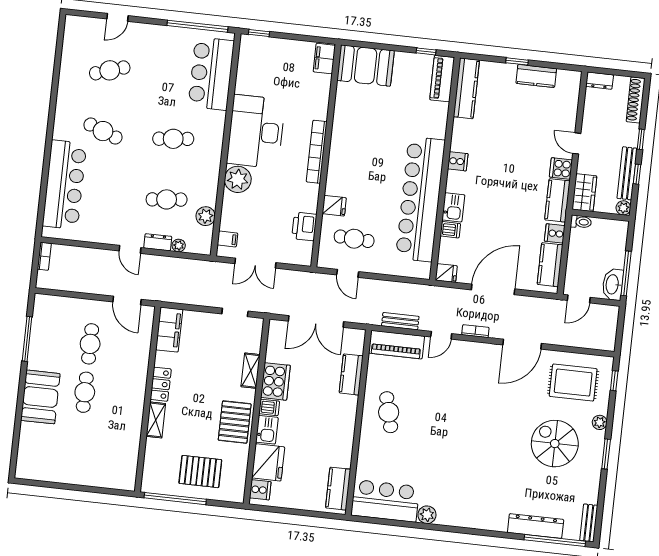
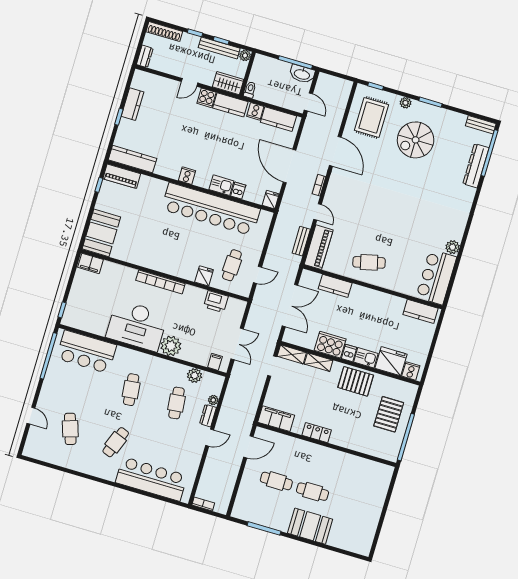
shelving: (156, 420) -> (292, 354), moved

